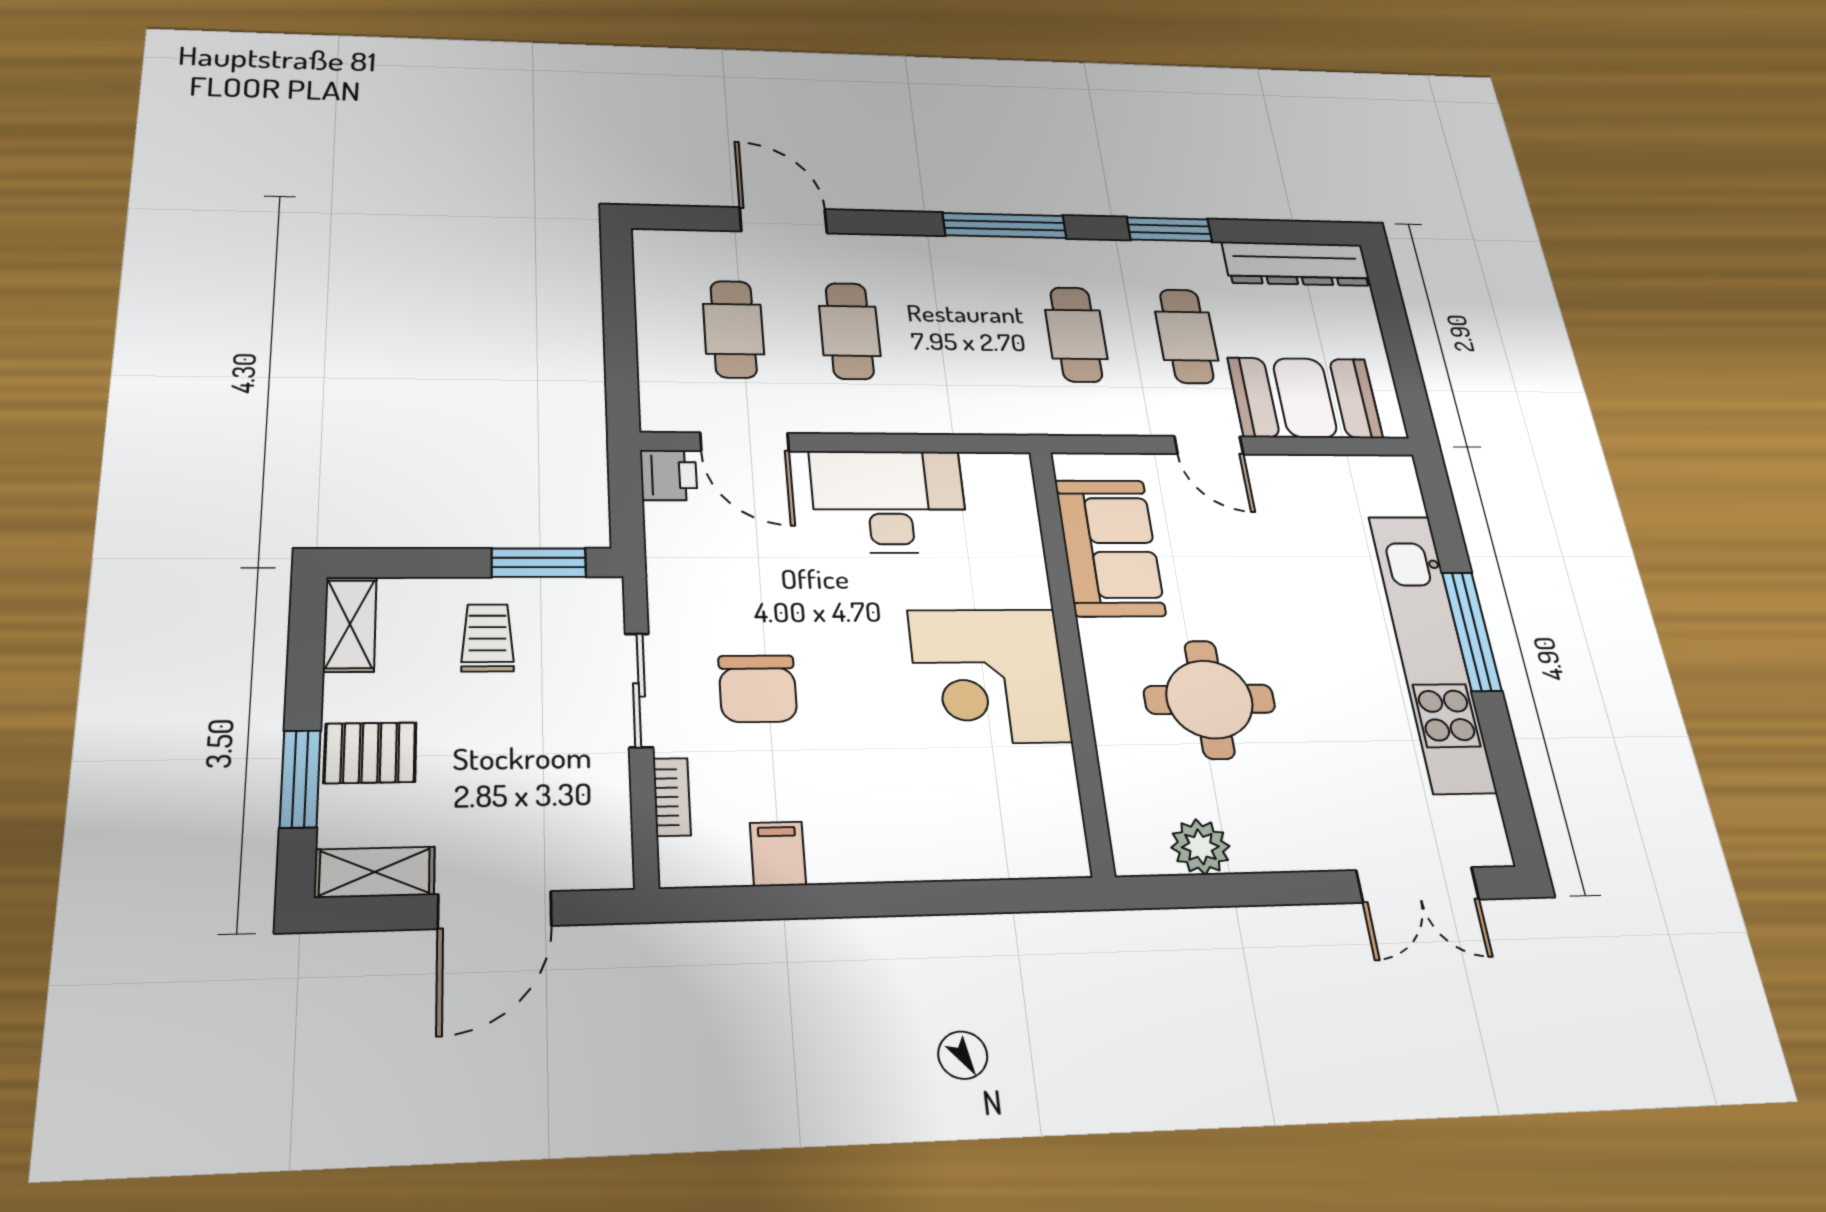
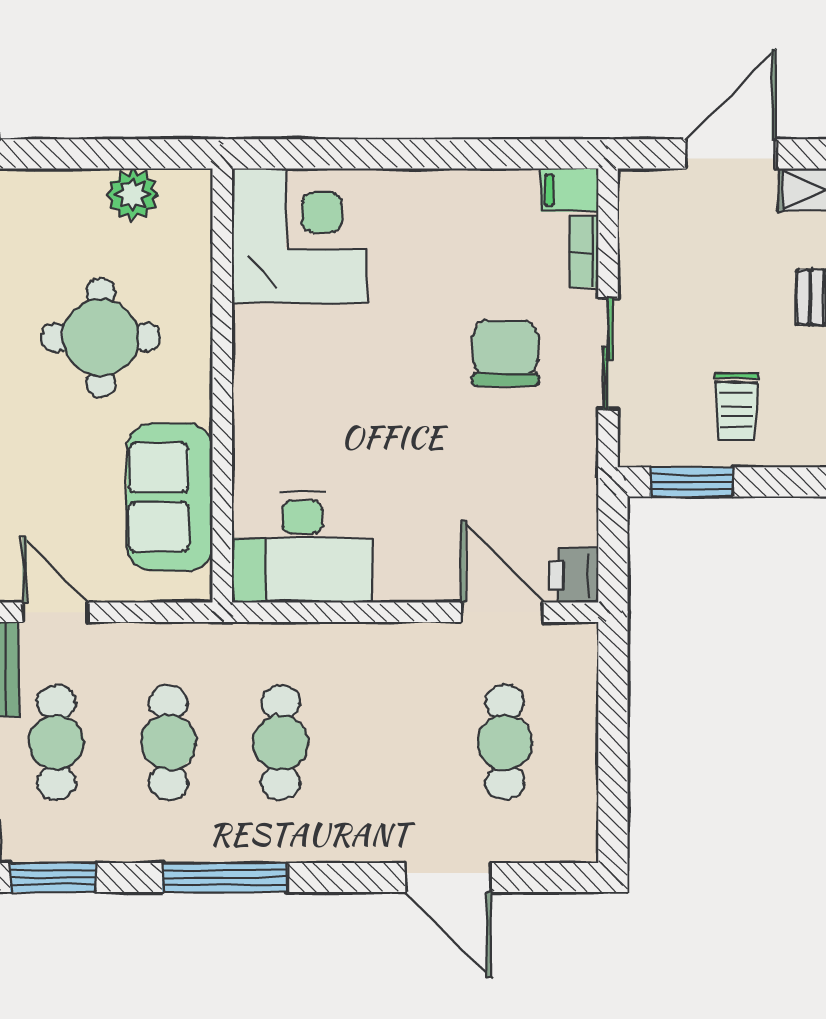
cafe table: (850, 331) -> (281, 742), moved
desk: (889, 501) -> (302, 547), moved
corner desk: (989, 676) -> (299, 236), moved
filing cabinet: (778, 854) -> (570, 190), moved, turned 90

